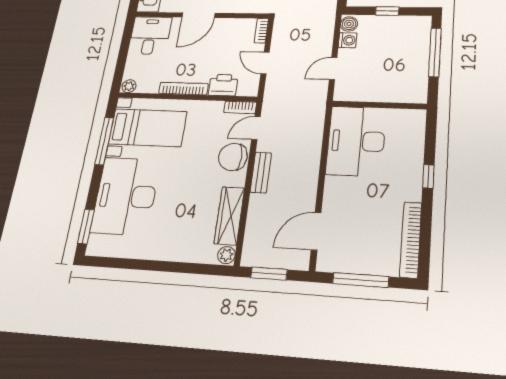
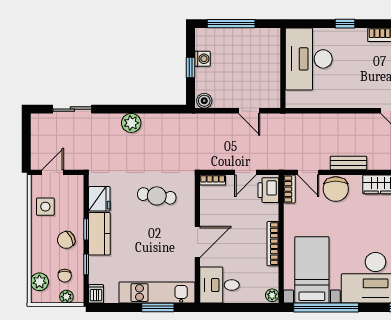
door: (198, 15) -> (197, 242), hinge flipped
washing machine: (348, 40) -> (202, 59), moved, turned 90
printer: (223, 85) -> (268, 190), moved
window: (104, 141) -> (326, 308), width x1.46
desk: (356, 141) -> (309, 59), moved, turned 90

